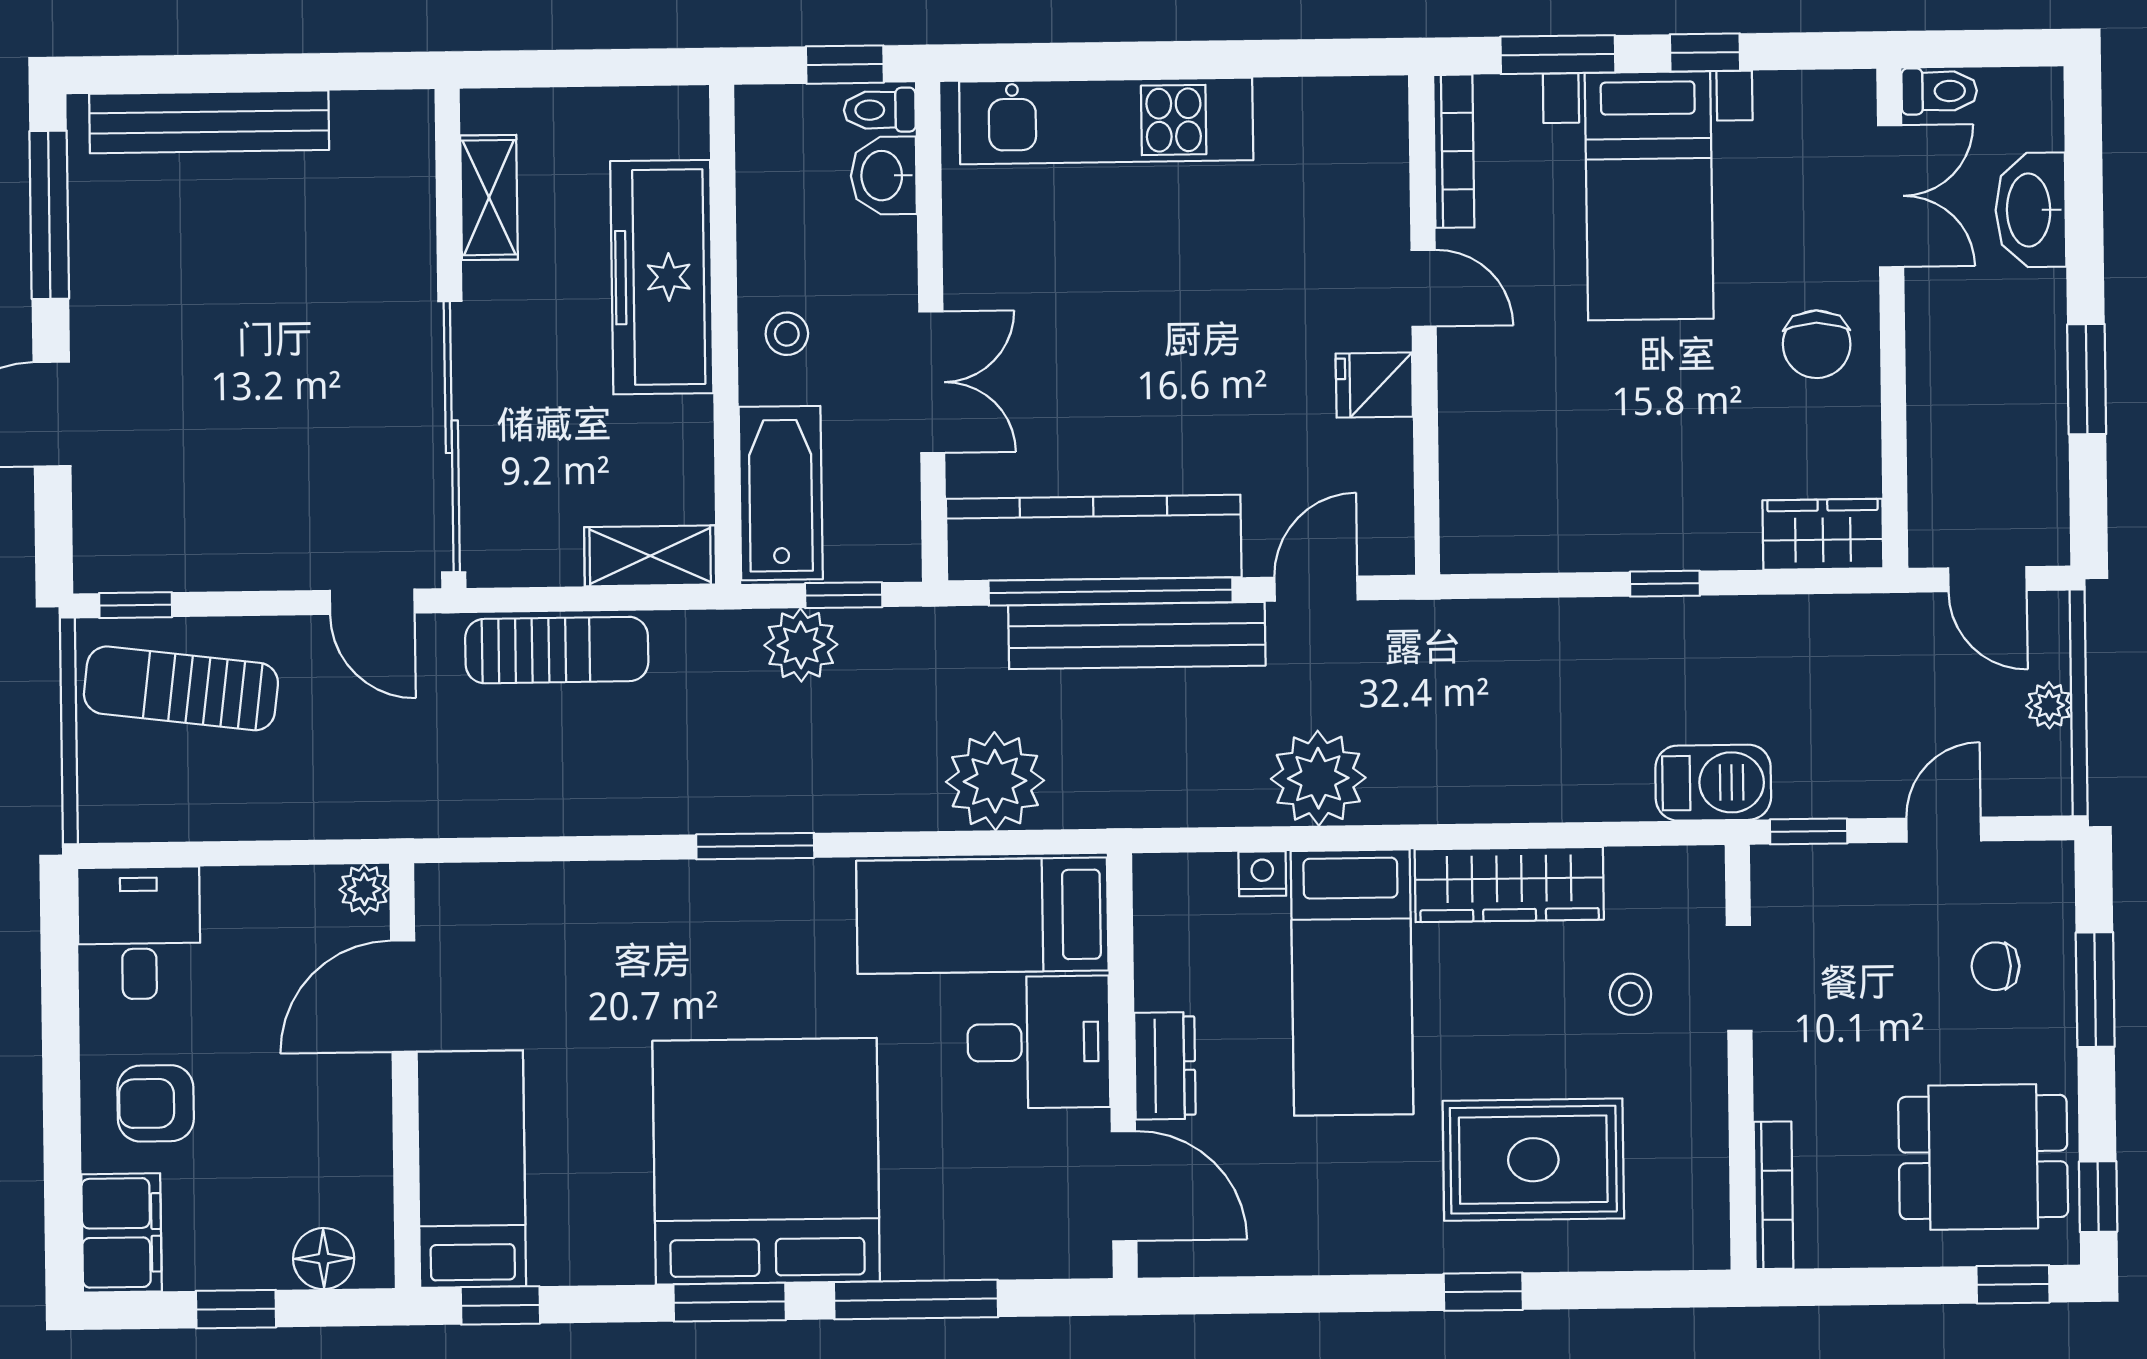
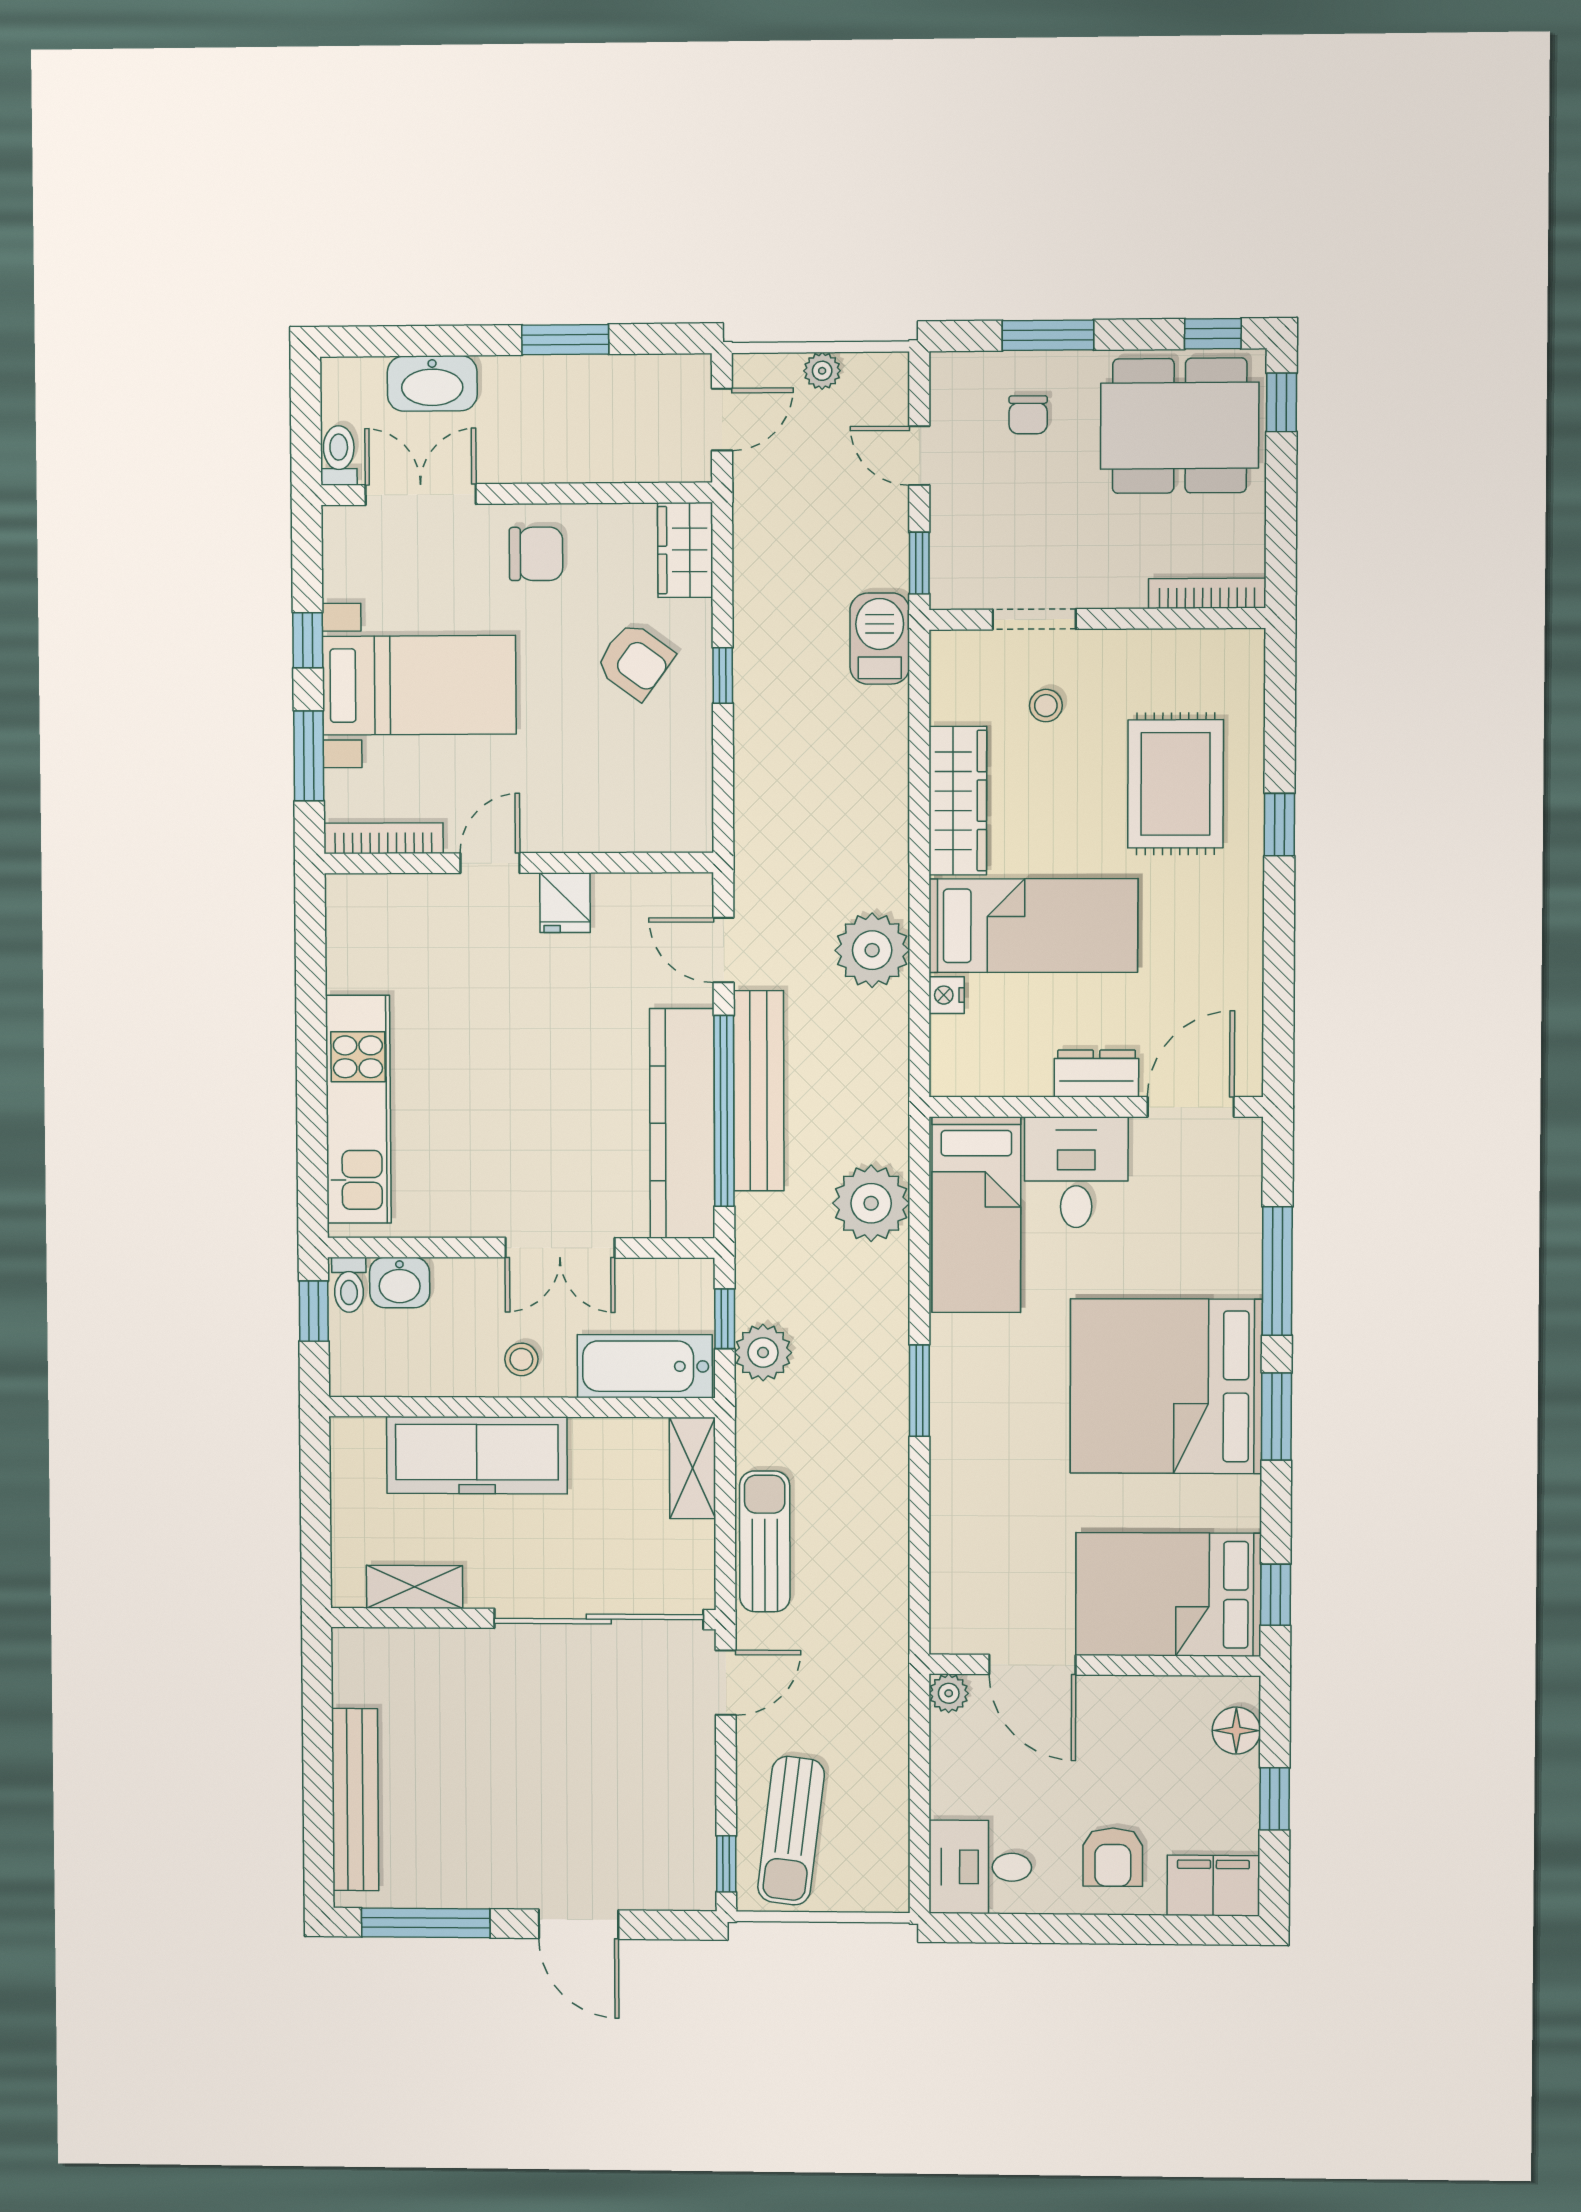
double door: (932, 382) -> (560, 1248), swing flipped
armchair: (1682, 472) -> (635, 661), added
dining table: (1983, 1157) -> (1180, 426), width x1.38
bed: (471, 1169) -> (1168, 1594), width x1.50

